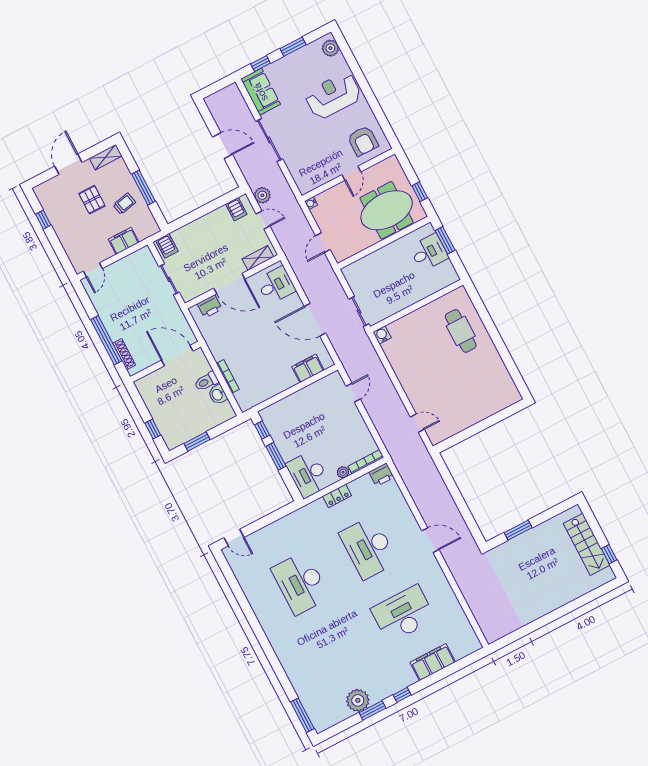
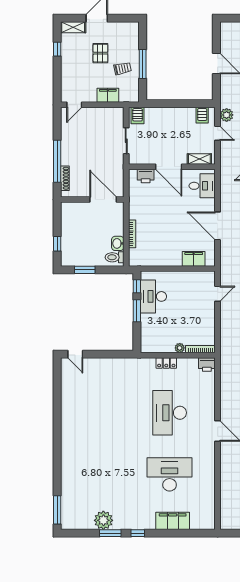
shelving: (106, 157) -> (73, 27), moved
toilet: (206, 381) -> (115, 257), moved
desk: (308, 474) -> (153, 296), moved
desk: (301, 583) -> (106, 413), removed

